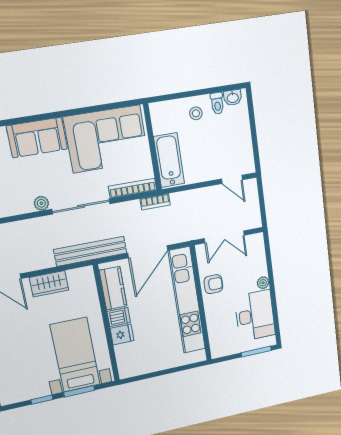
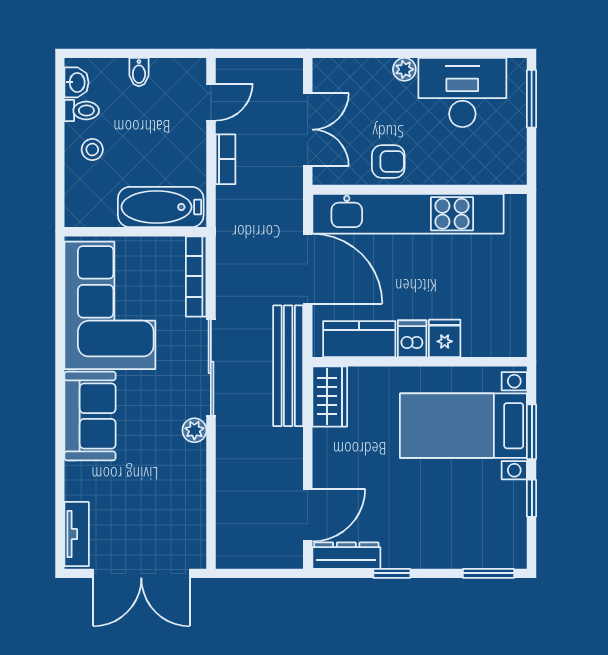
bidet: (243, 134) -> (139, 72), added
bookcase: (155, 202) -> (225, 159), moved
wardrobe: (49, 284) -> (330, 396), moved
armchair: (213, 284) -> (388, 162), turned 90

